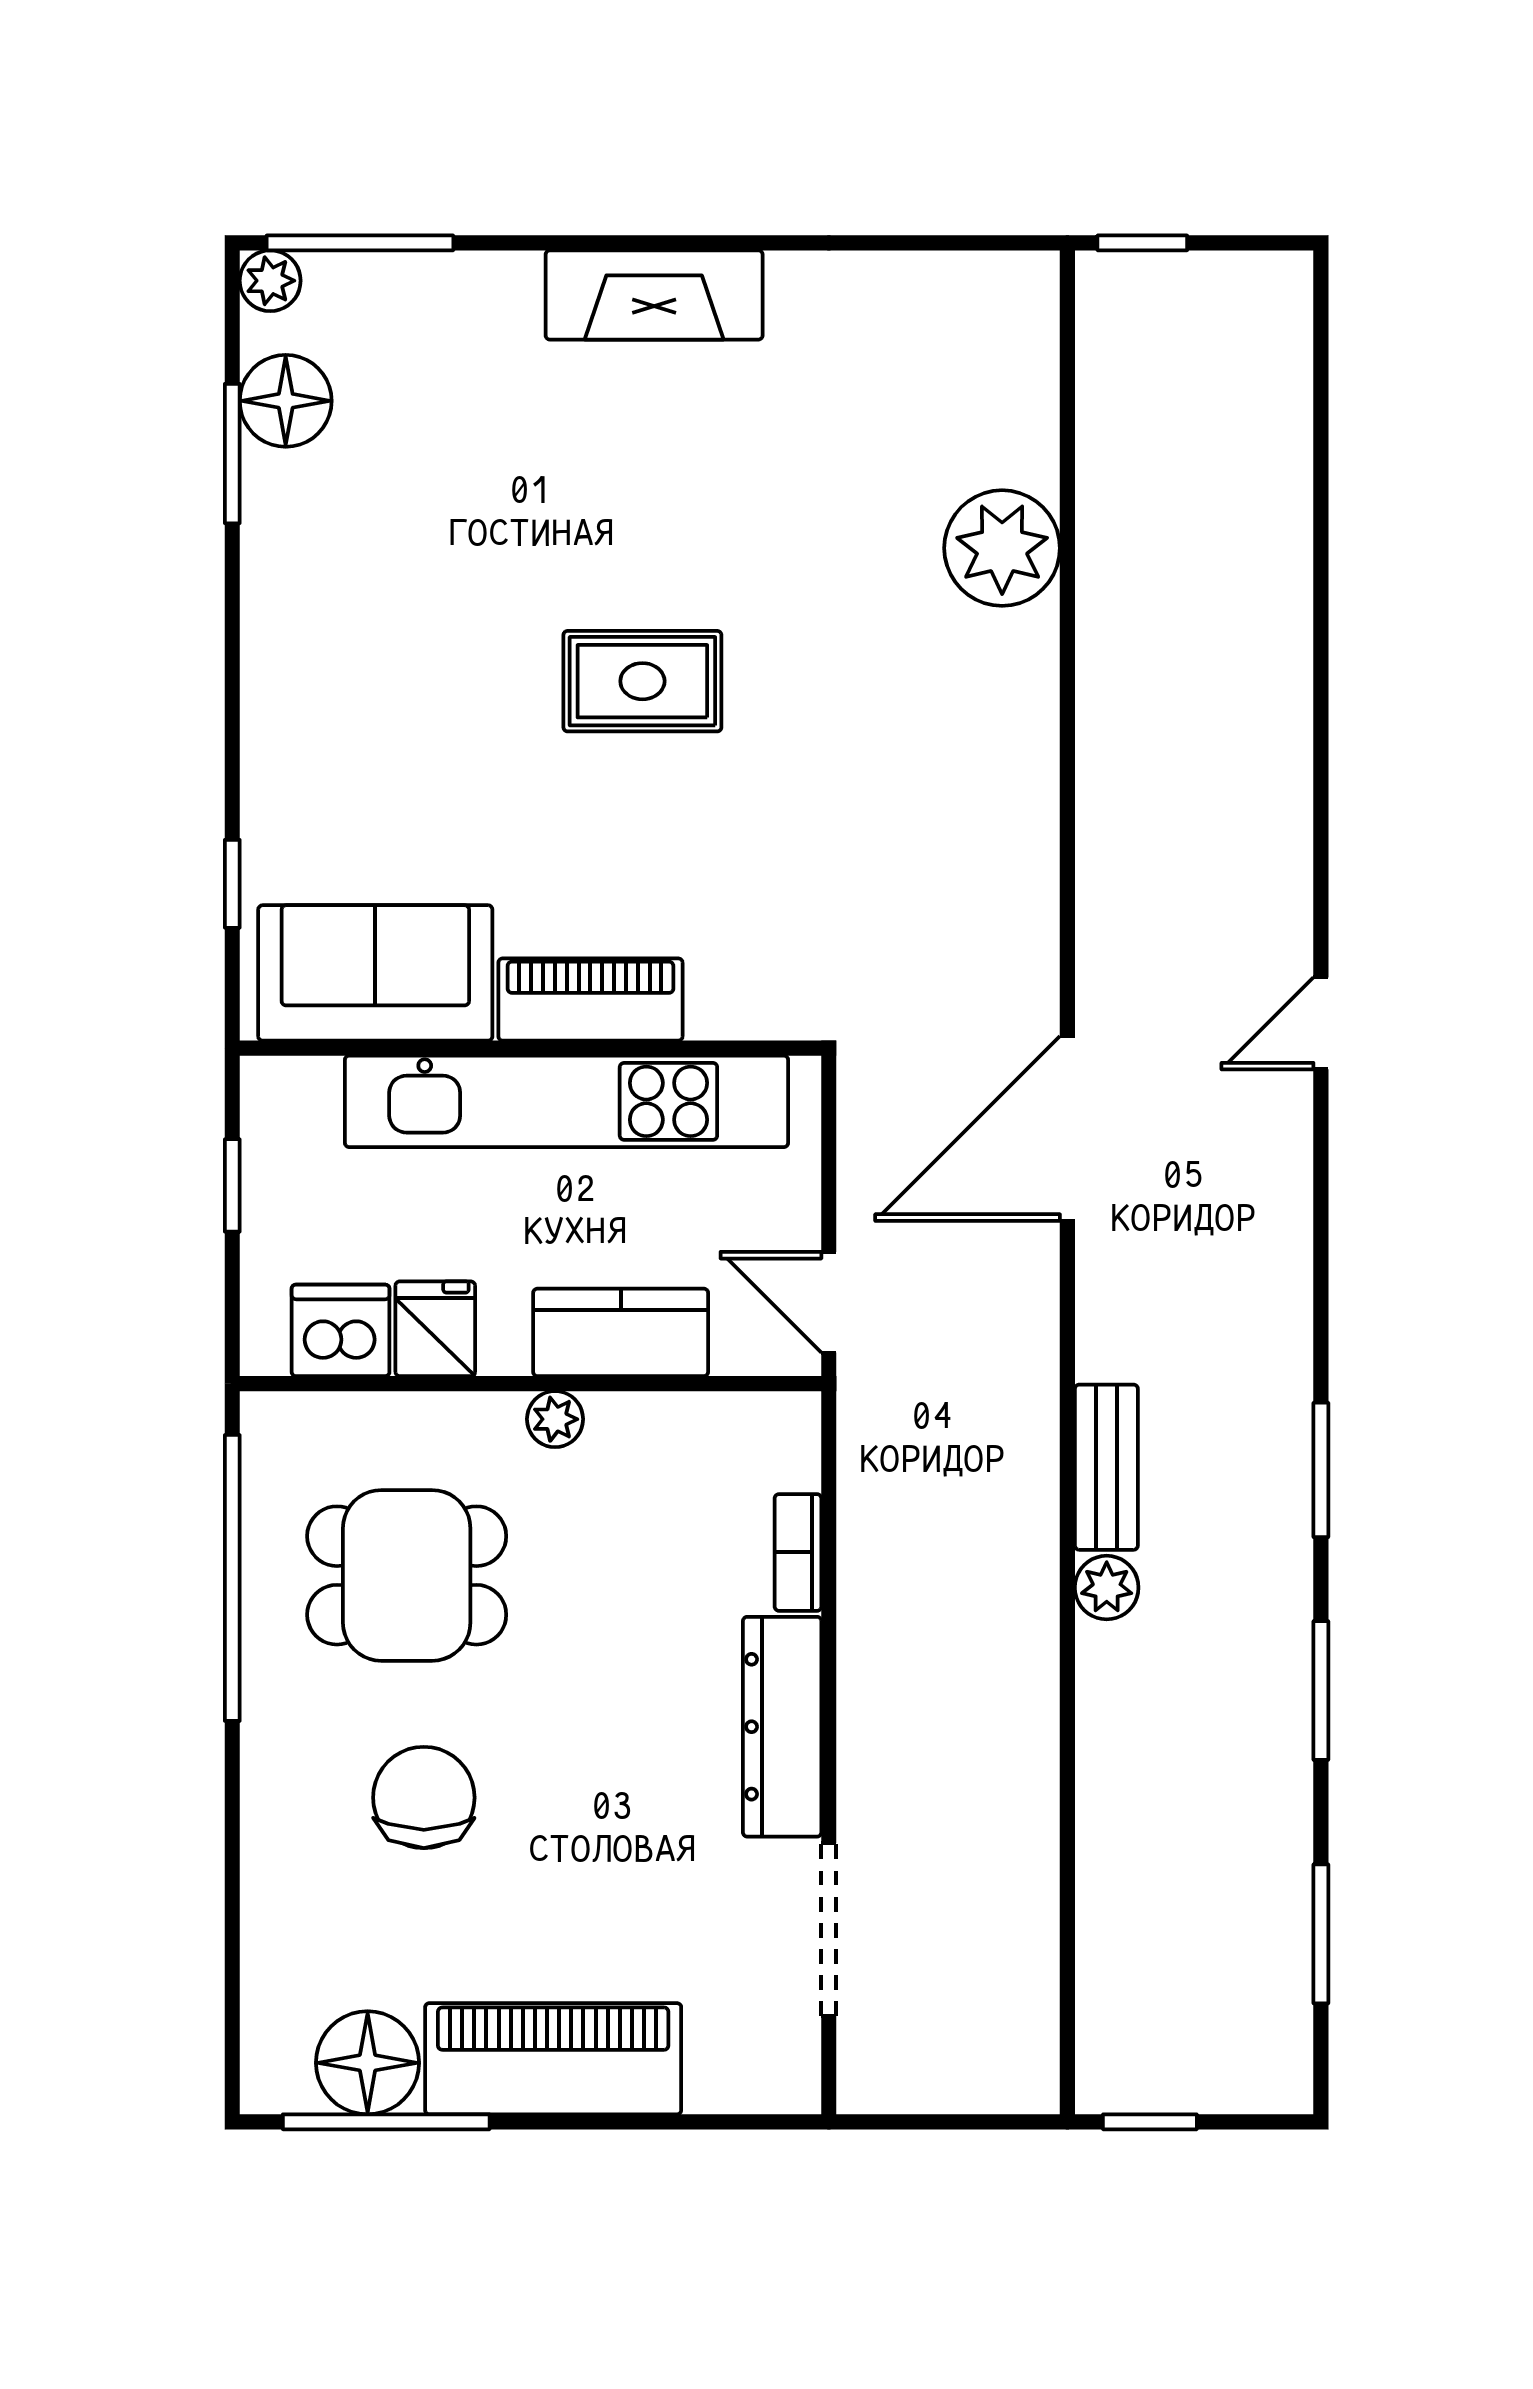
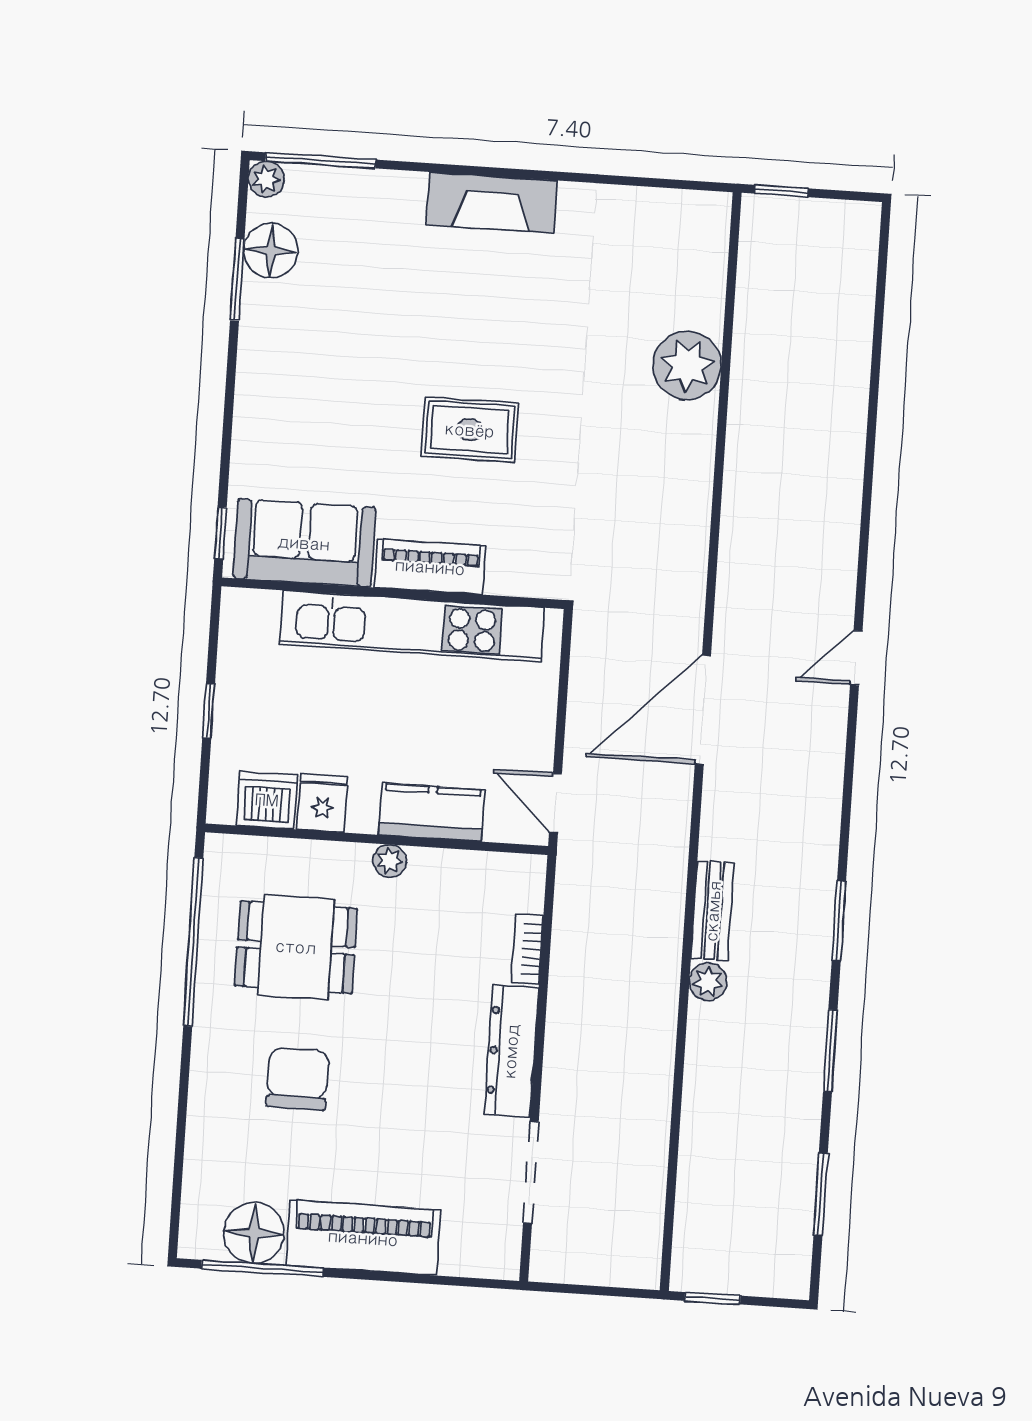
sofa: (375, 973) -> (304, 543), moved
piano: (590, 999) -> (430, 567), moved
wall: (531, 1048) -> (393, 593), moved
kitchen unit: (567, 1101) -> (412, 626), moved

